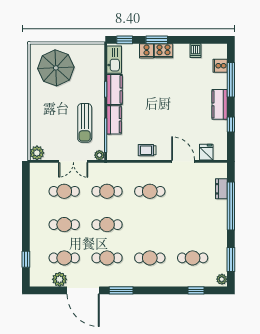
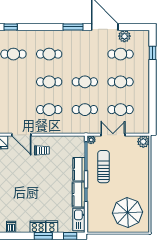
trolley: (147, 150) -> (42, 150), moved
cafe table: (107, 258) -> (49, 82), moved

